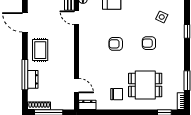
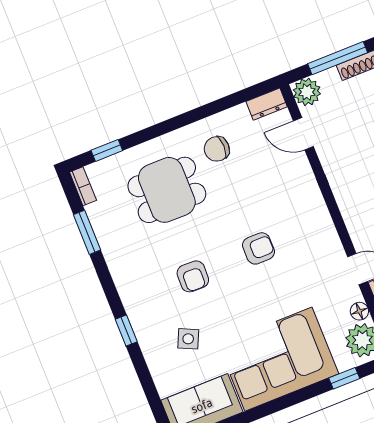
armchair: (149, 43) -> (193, 276), turned 92
plant: (68, 103) -> (307, 92), added

